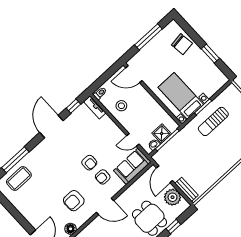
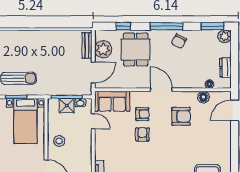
stool: (121, 106) -> (59, 141), moved

